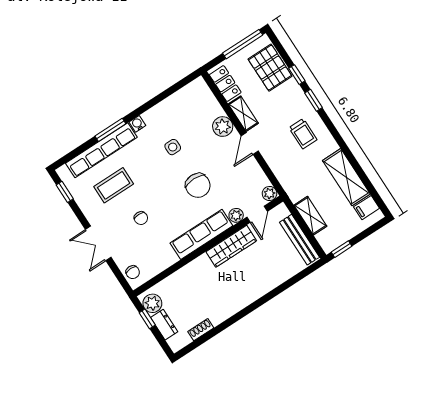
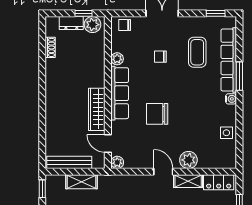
side table: (173, 147) -> (226, 133), moved
plant: (236, 215) -> (117, 59), moved

